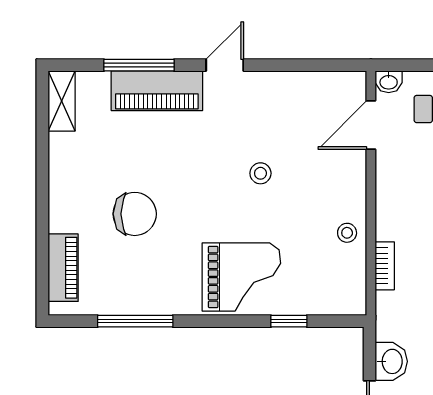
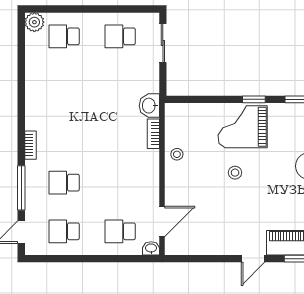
stool: (260, 173) -> (235, 173), moved
window: (289, 321) -> (254, 99), moved
washbasin: (391, 361) -> (149, 106), moved

